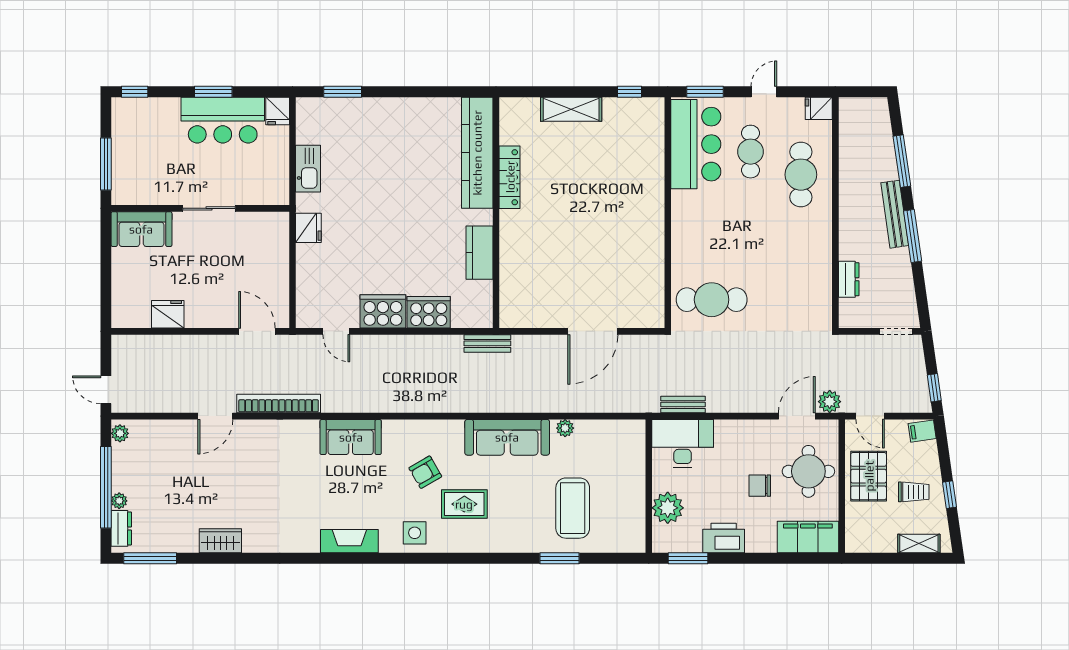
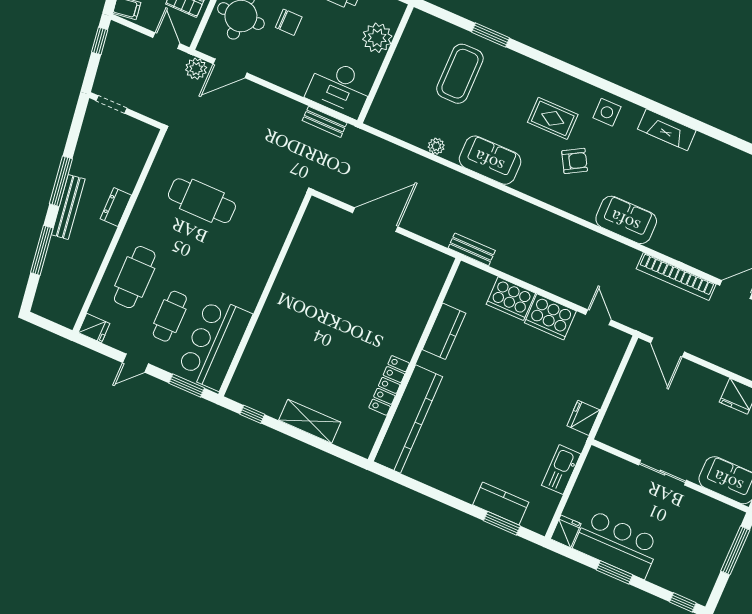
kitchen counter: (352, 110) -> (501, 504), added
dresser: (849, 279) -> (116, 207), moved
cafe table: (712, 300) -> (202, 201), moved
sofa: (507, 437) -> (490, 160), width x0.73

